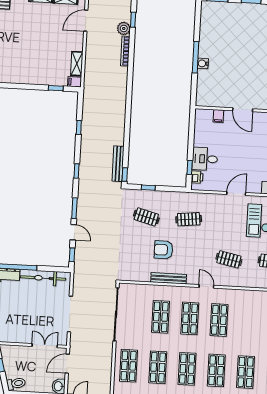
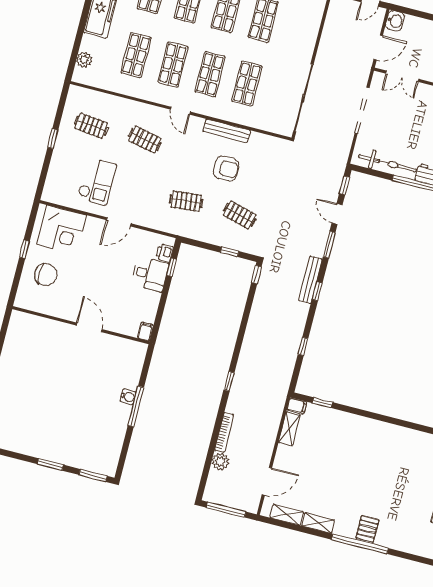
window: (133, 20) -> (229, 381), moved
filing cabinet: (218, 116) -> (145, 332), moved
bench: (118, 164) -> (310, 280), moved
shop shelf: (129, 366) -> (136, 55), moved

